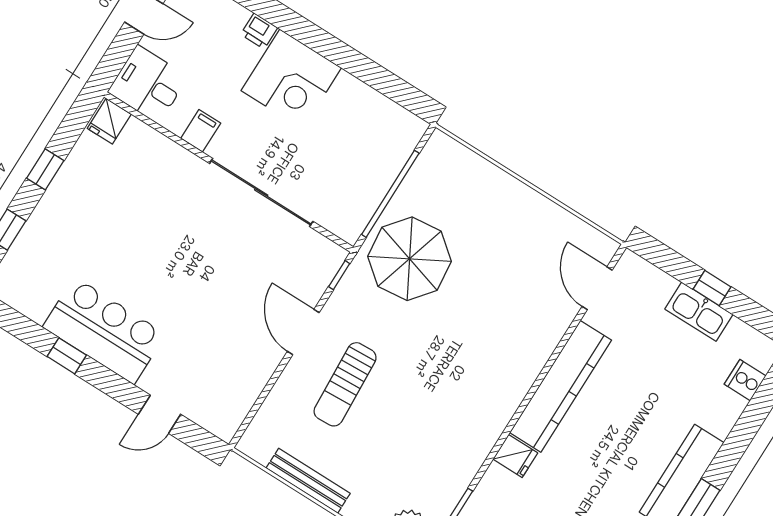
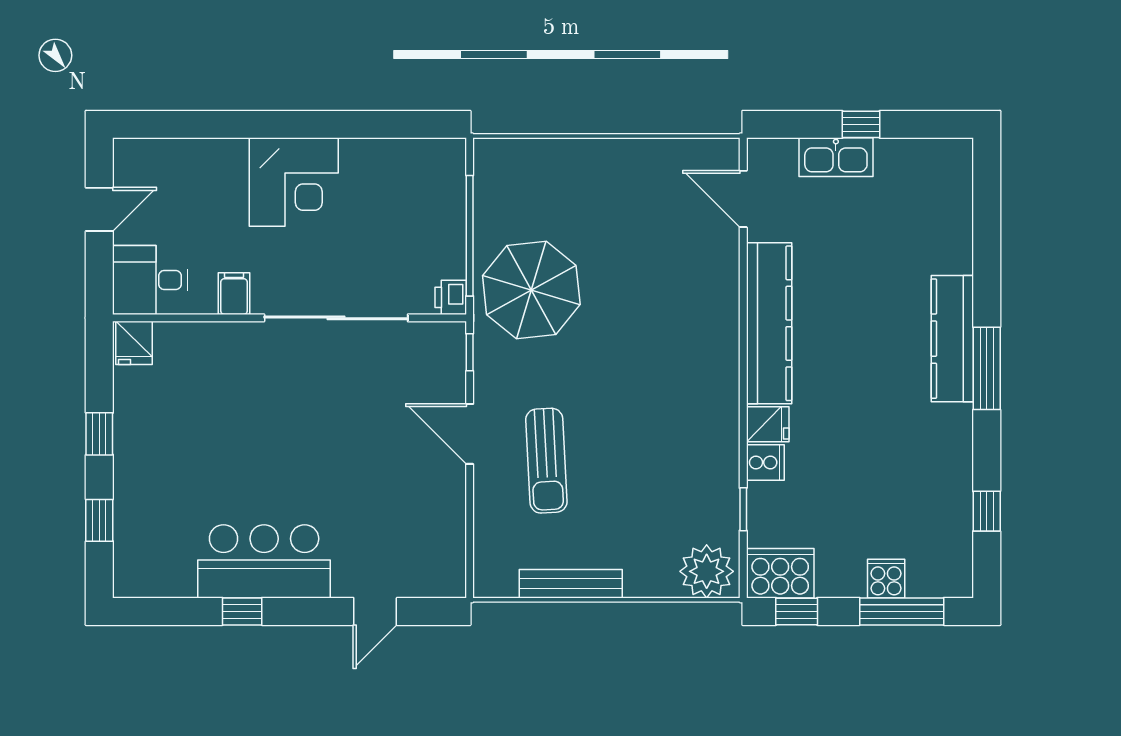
printer: (259, 31) -> (451, 297), moved, turned 90
kitchen sink: (699, 312) -> (836, 157), moved
cooker: (745, 380) -> (765, 462), moved, turned 180

